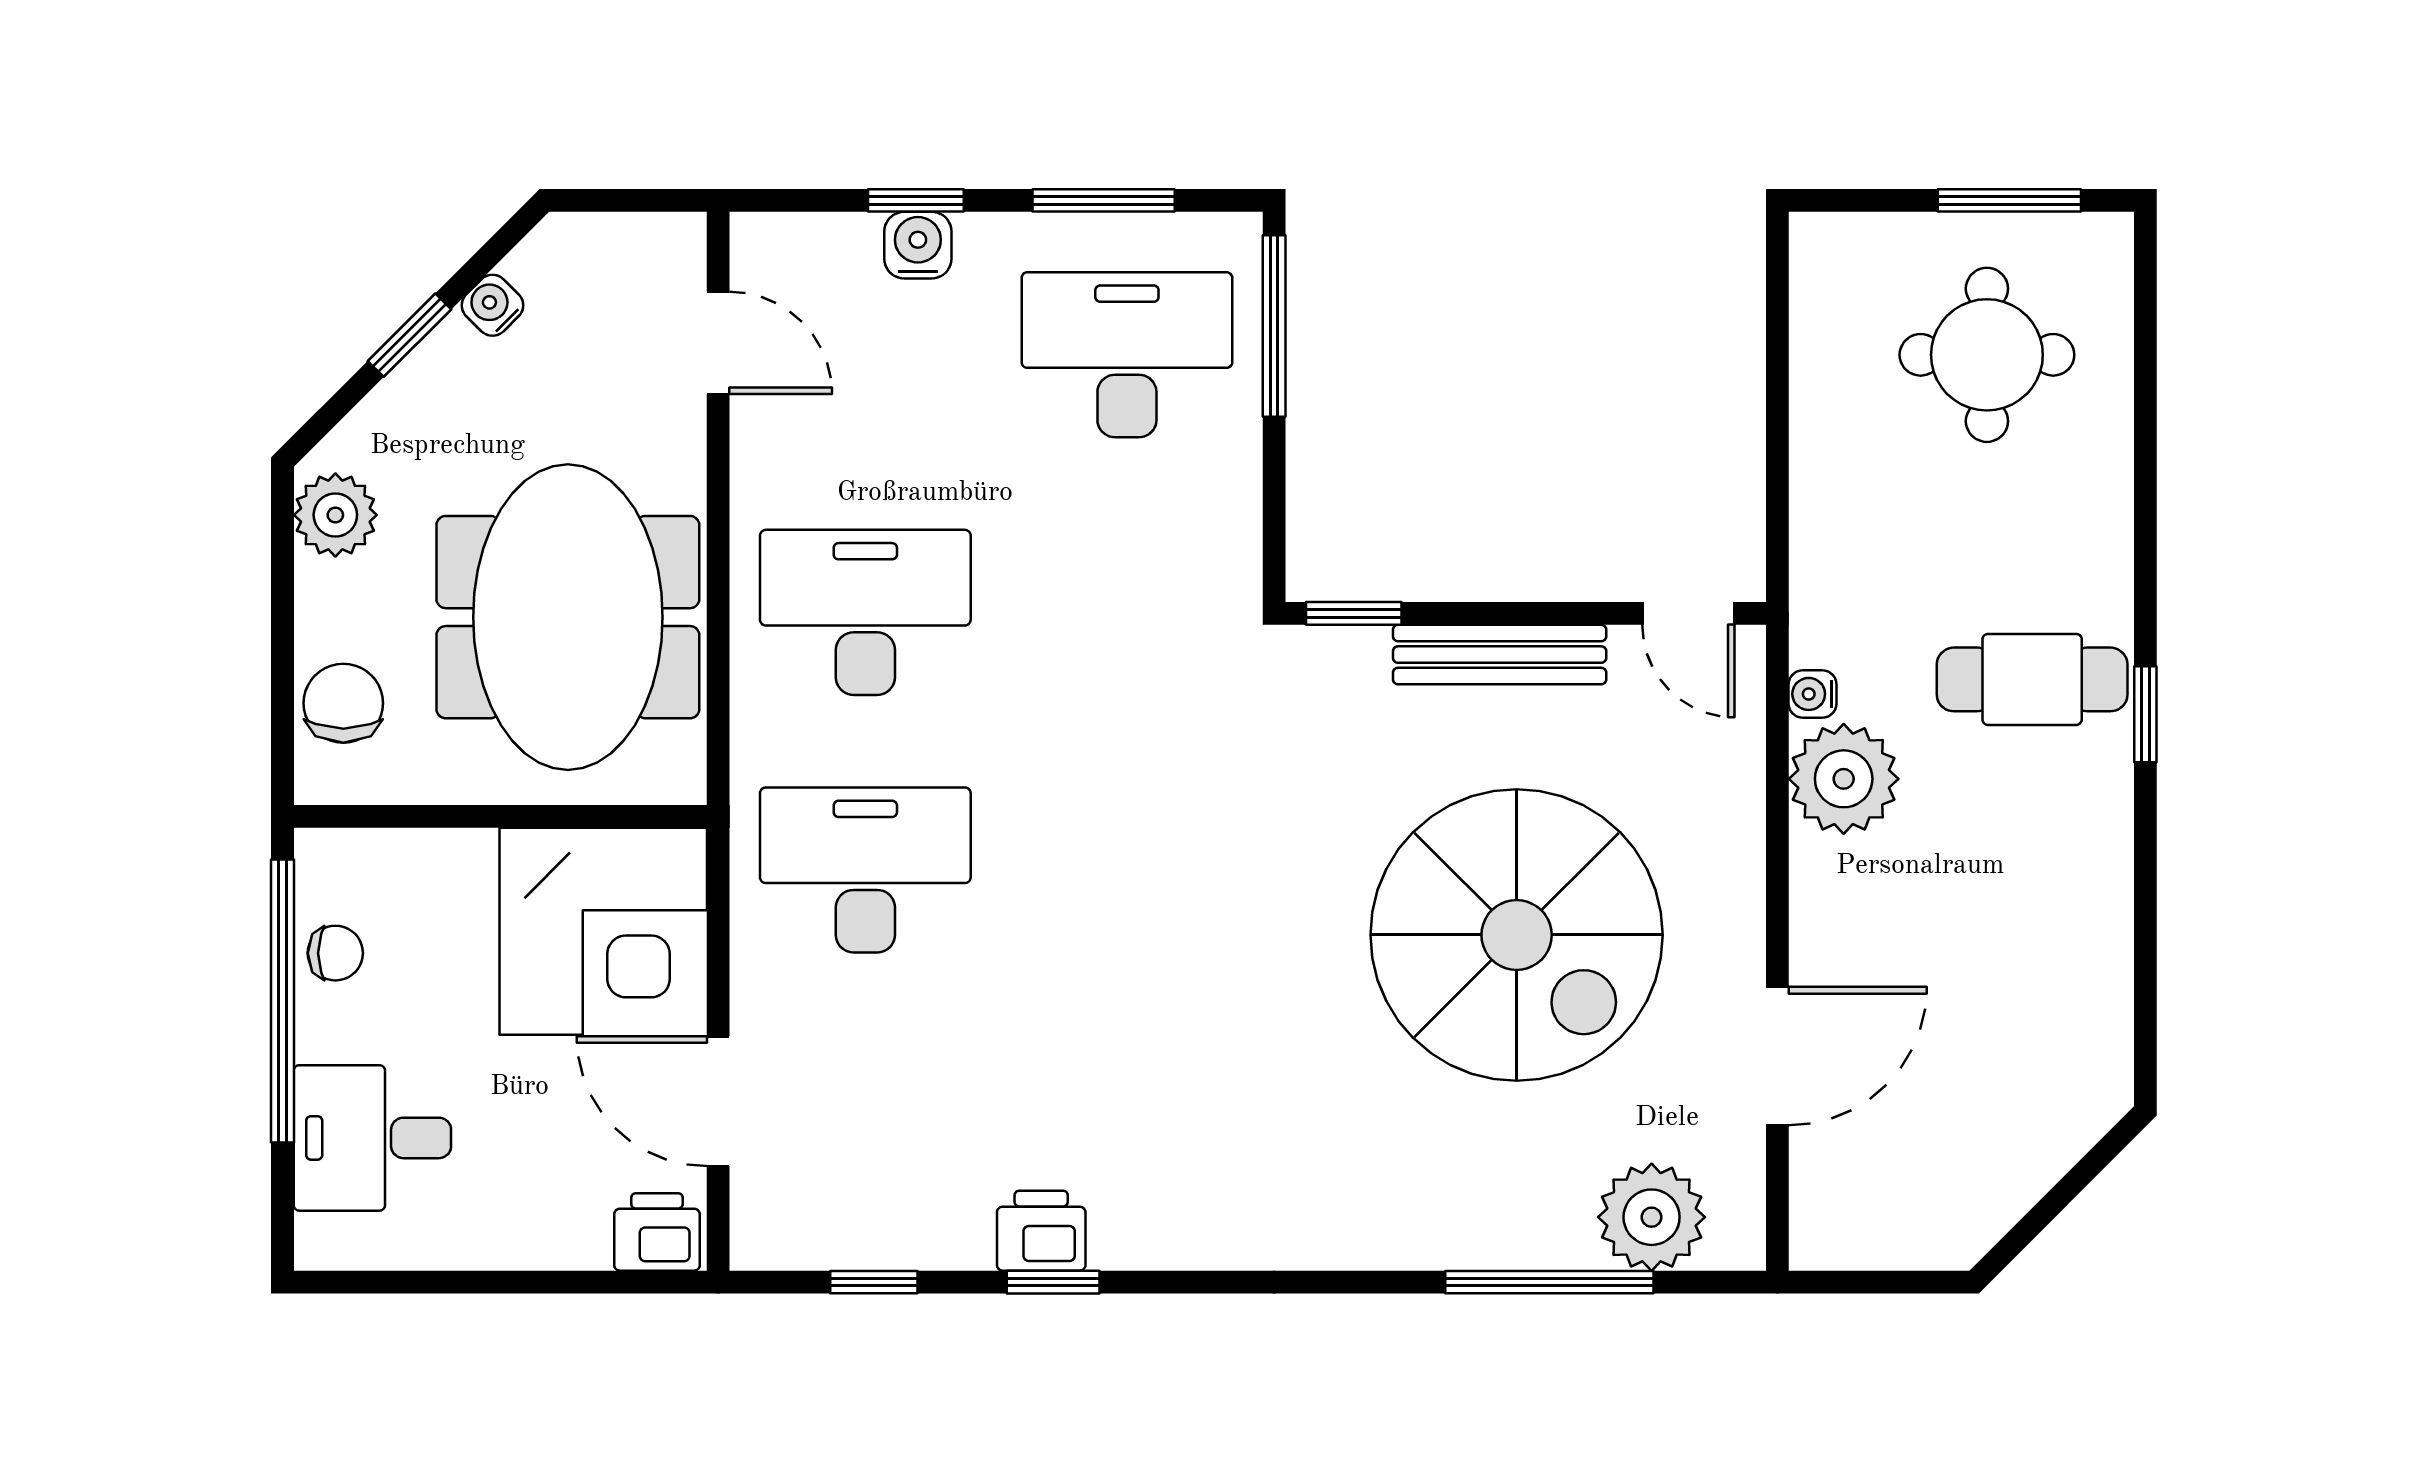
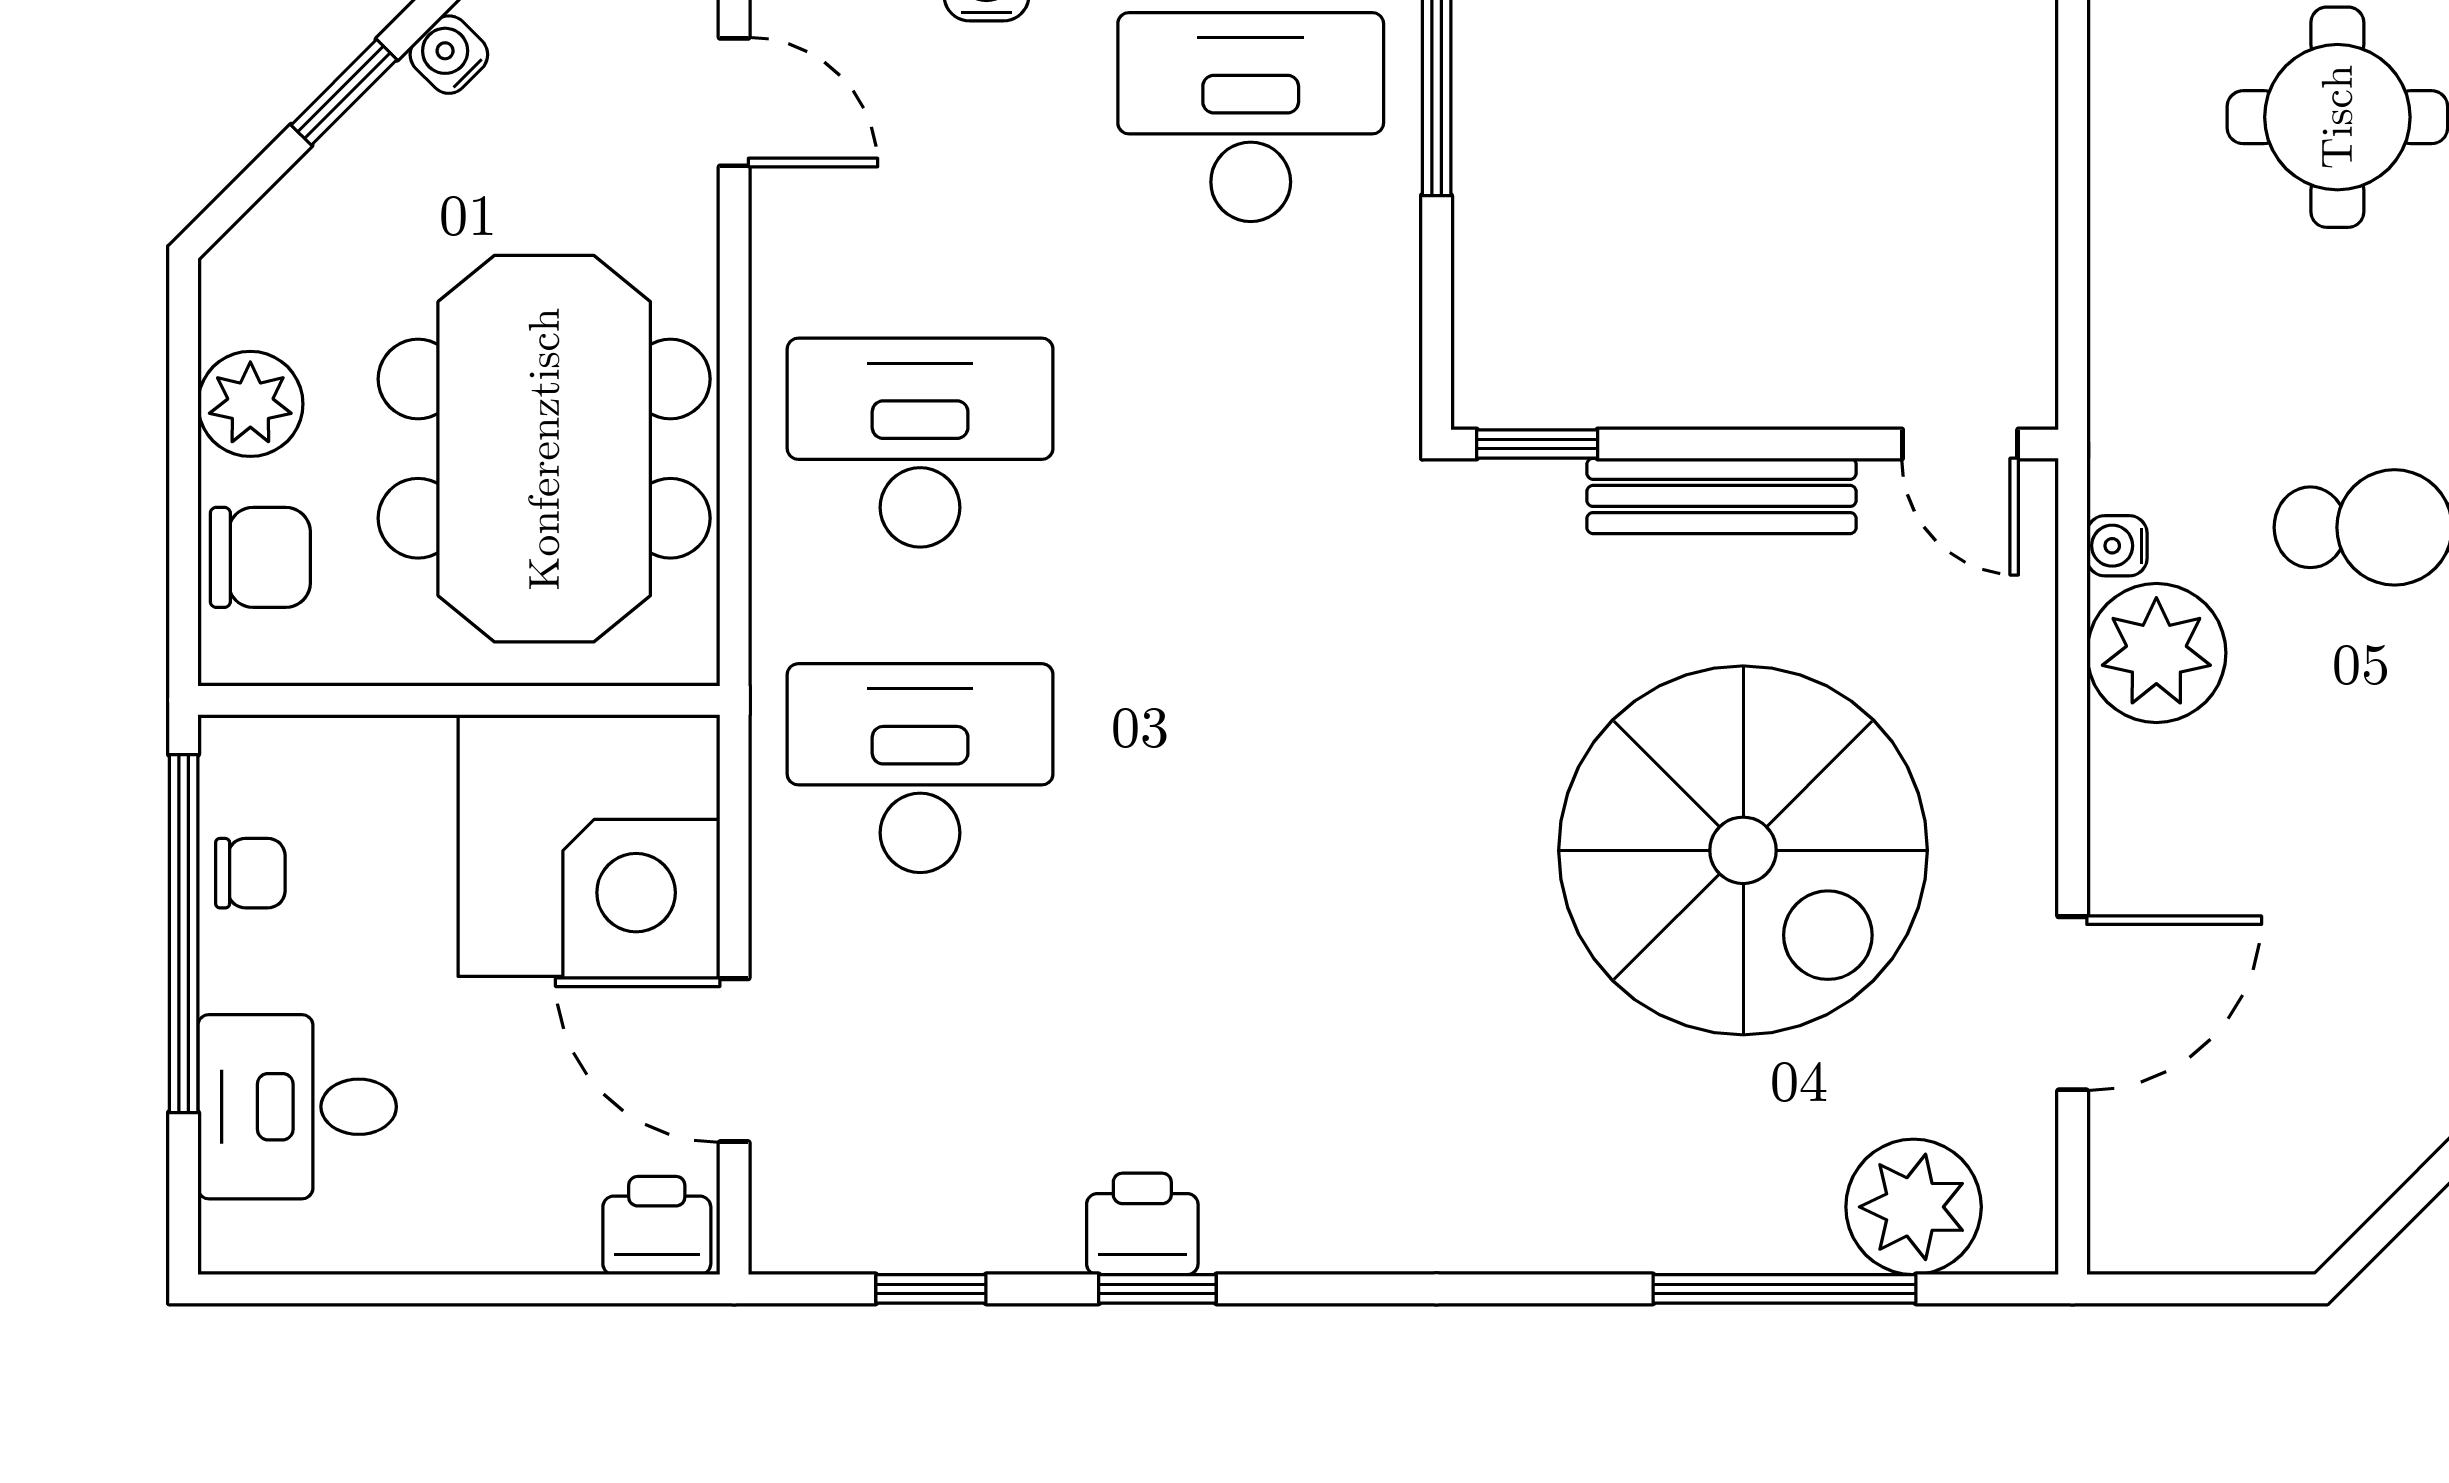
plant: (335, 515) -> (250, 404), moved
chair: (343, 703) -> (260, 557), turned 90

